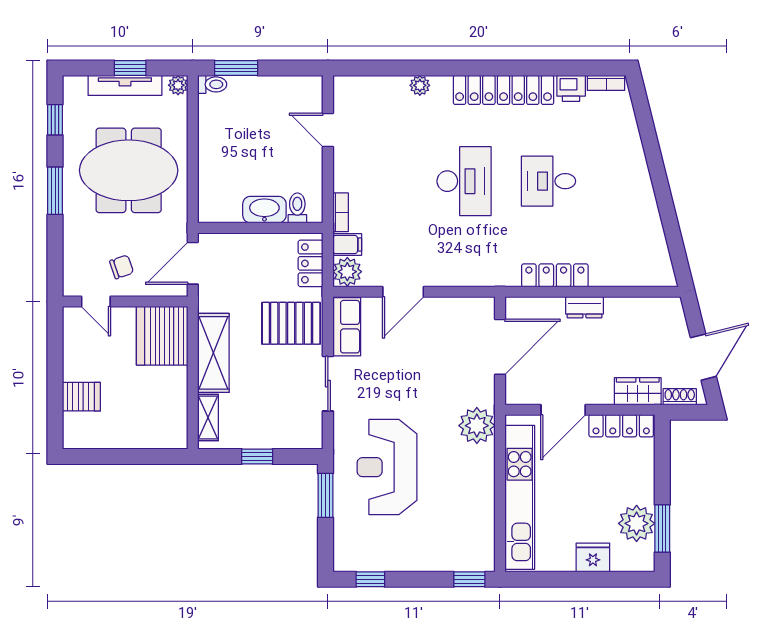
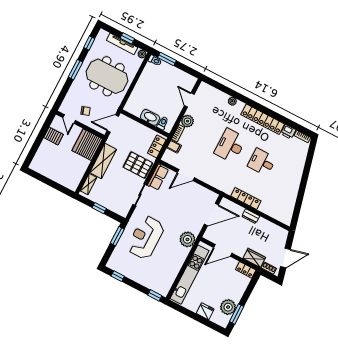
desk: (464, 181) -> (230, 146), turned 180
plant: (347, 272) -> (187, 121), moved
server rack: (81, 397) -> (53, 136), moved
locker: (621, 426) -> (246, 270), width x0.66

